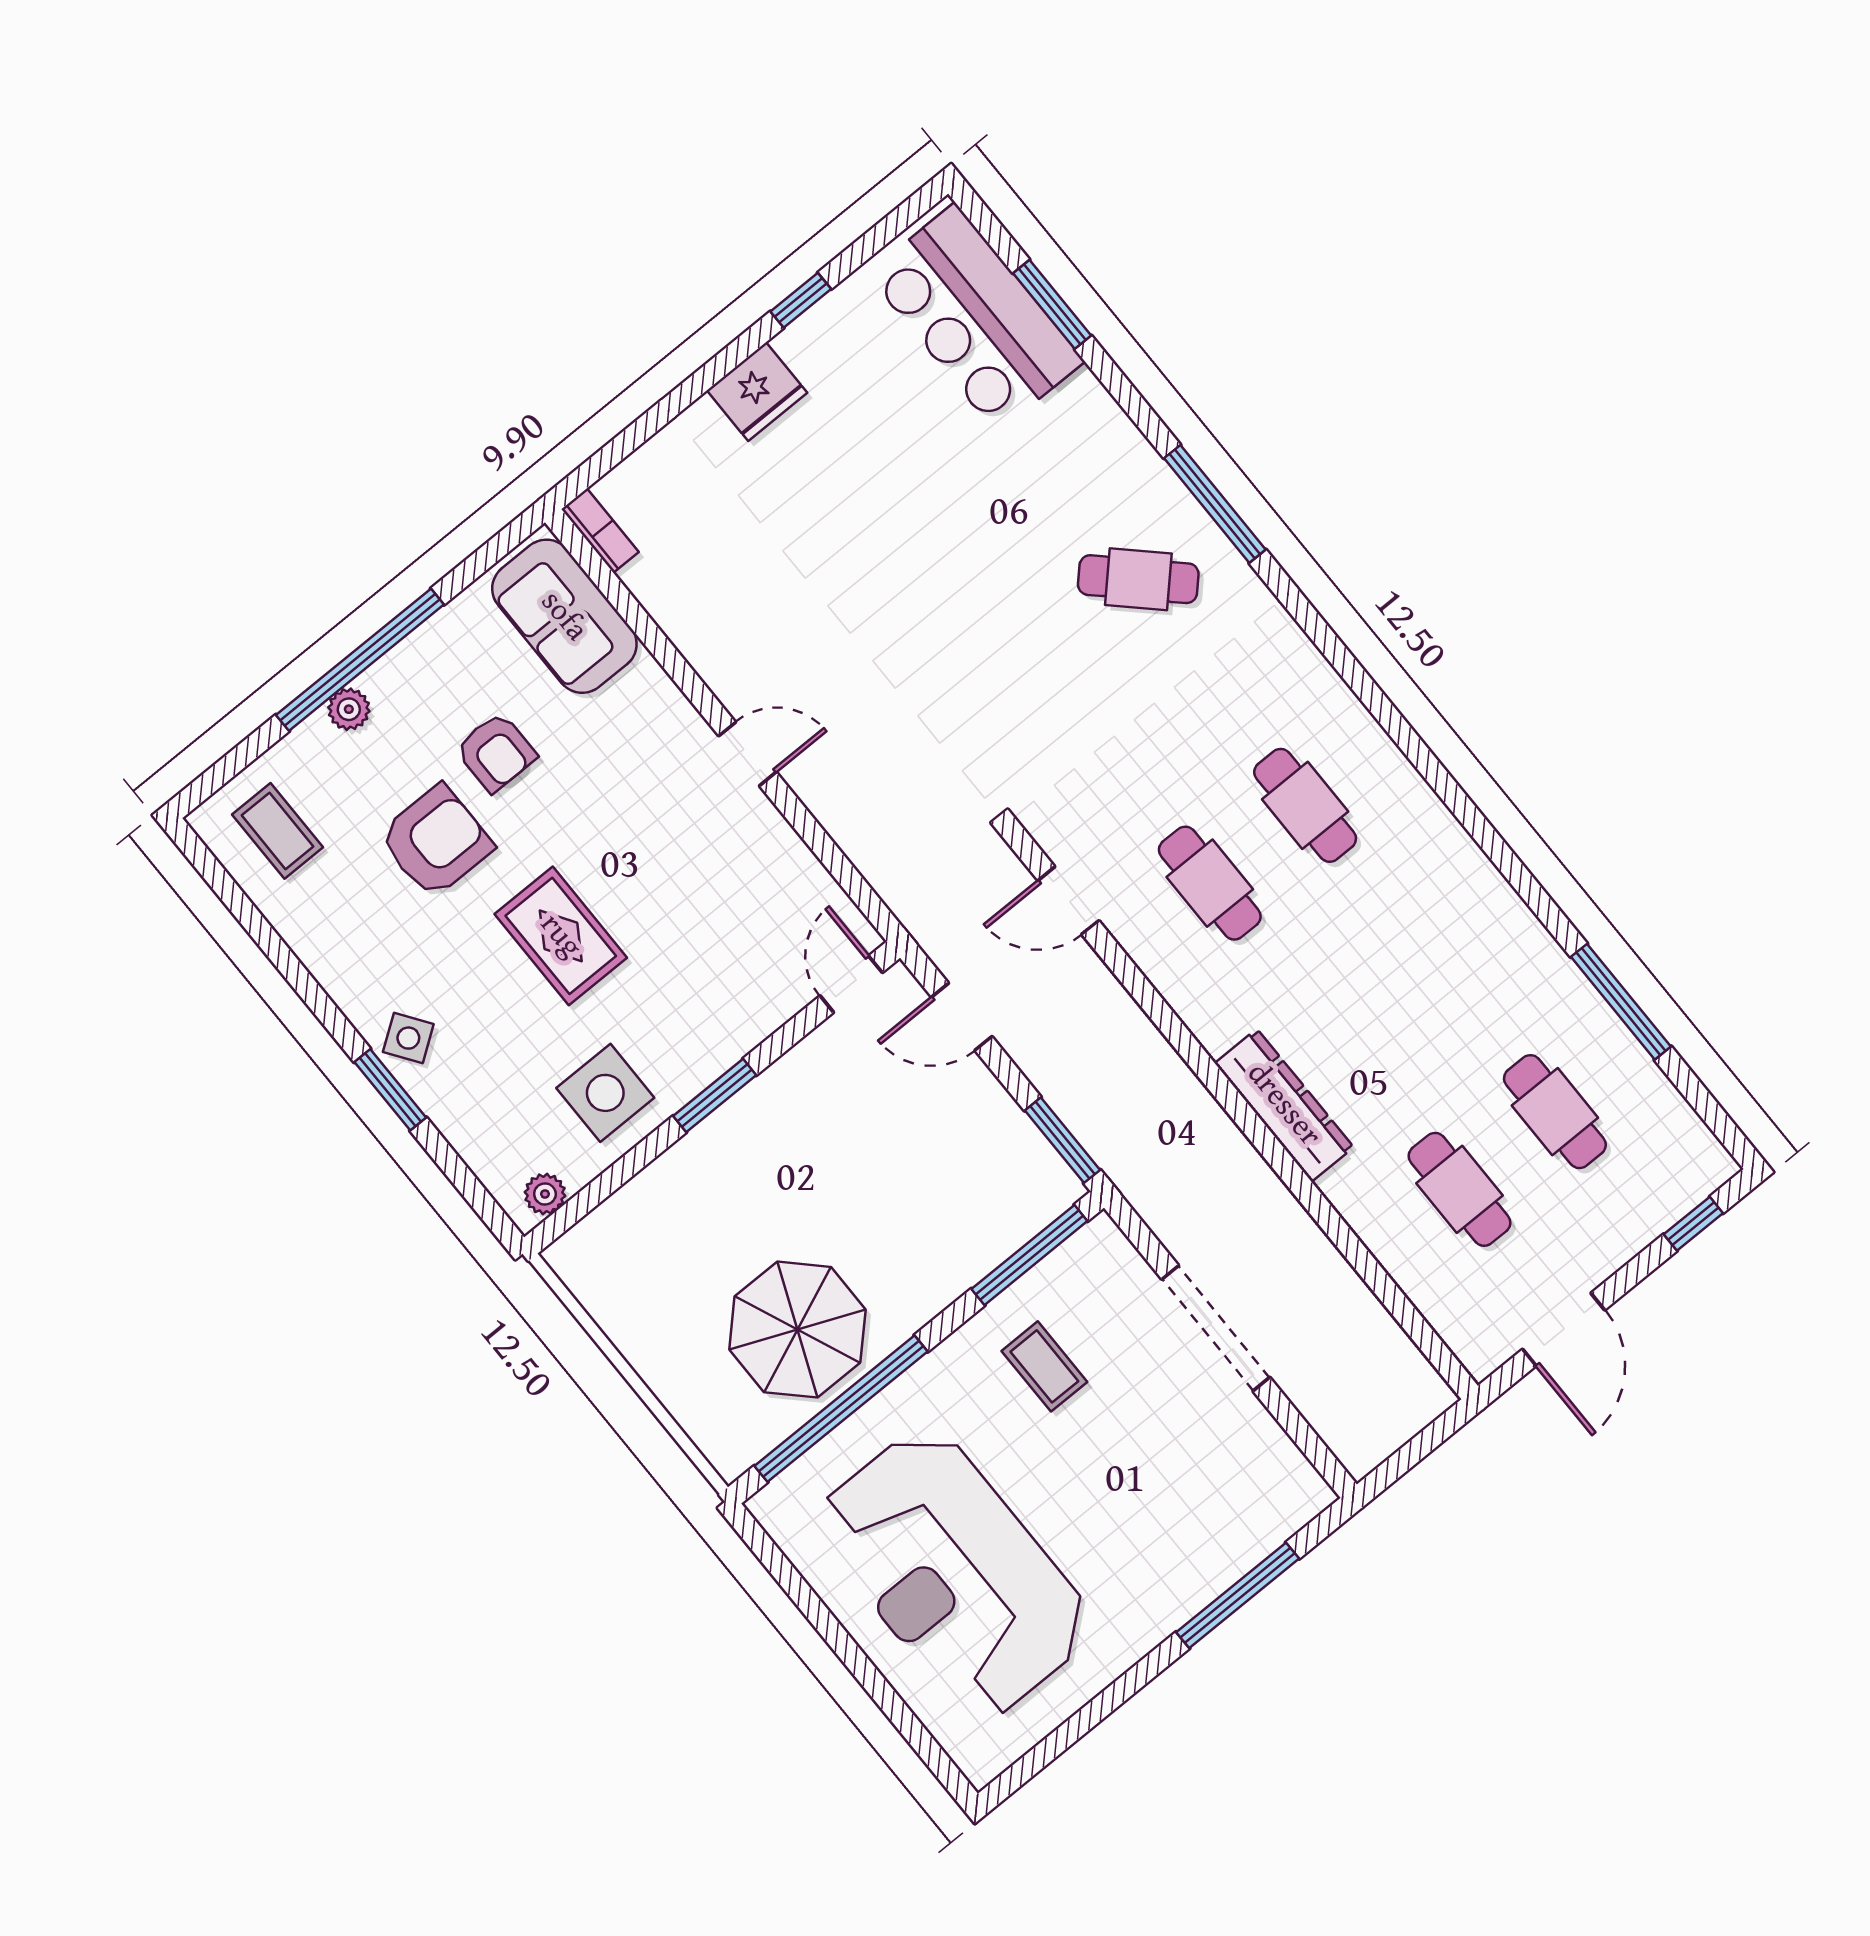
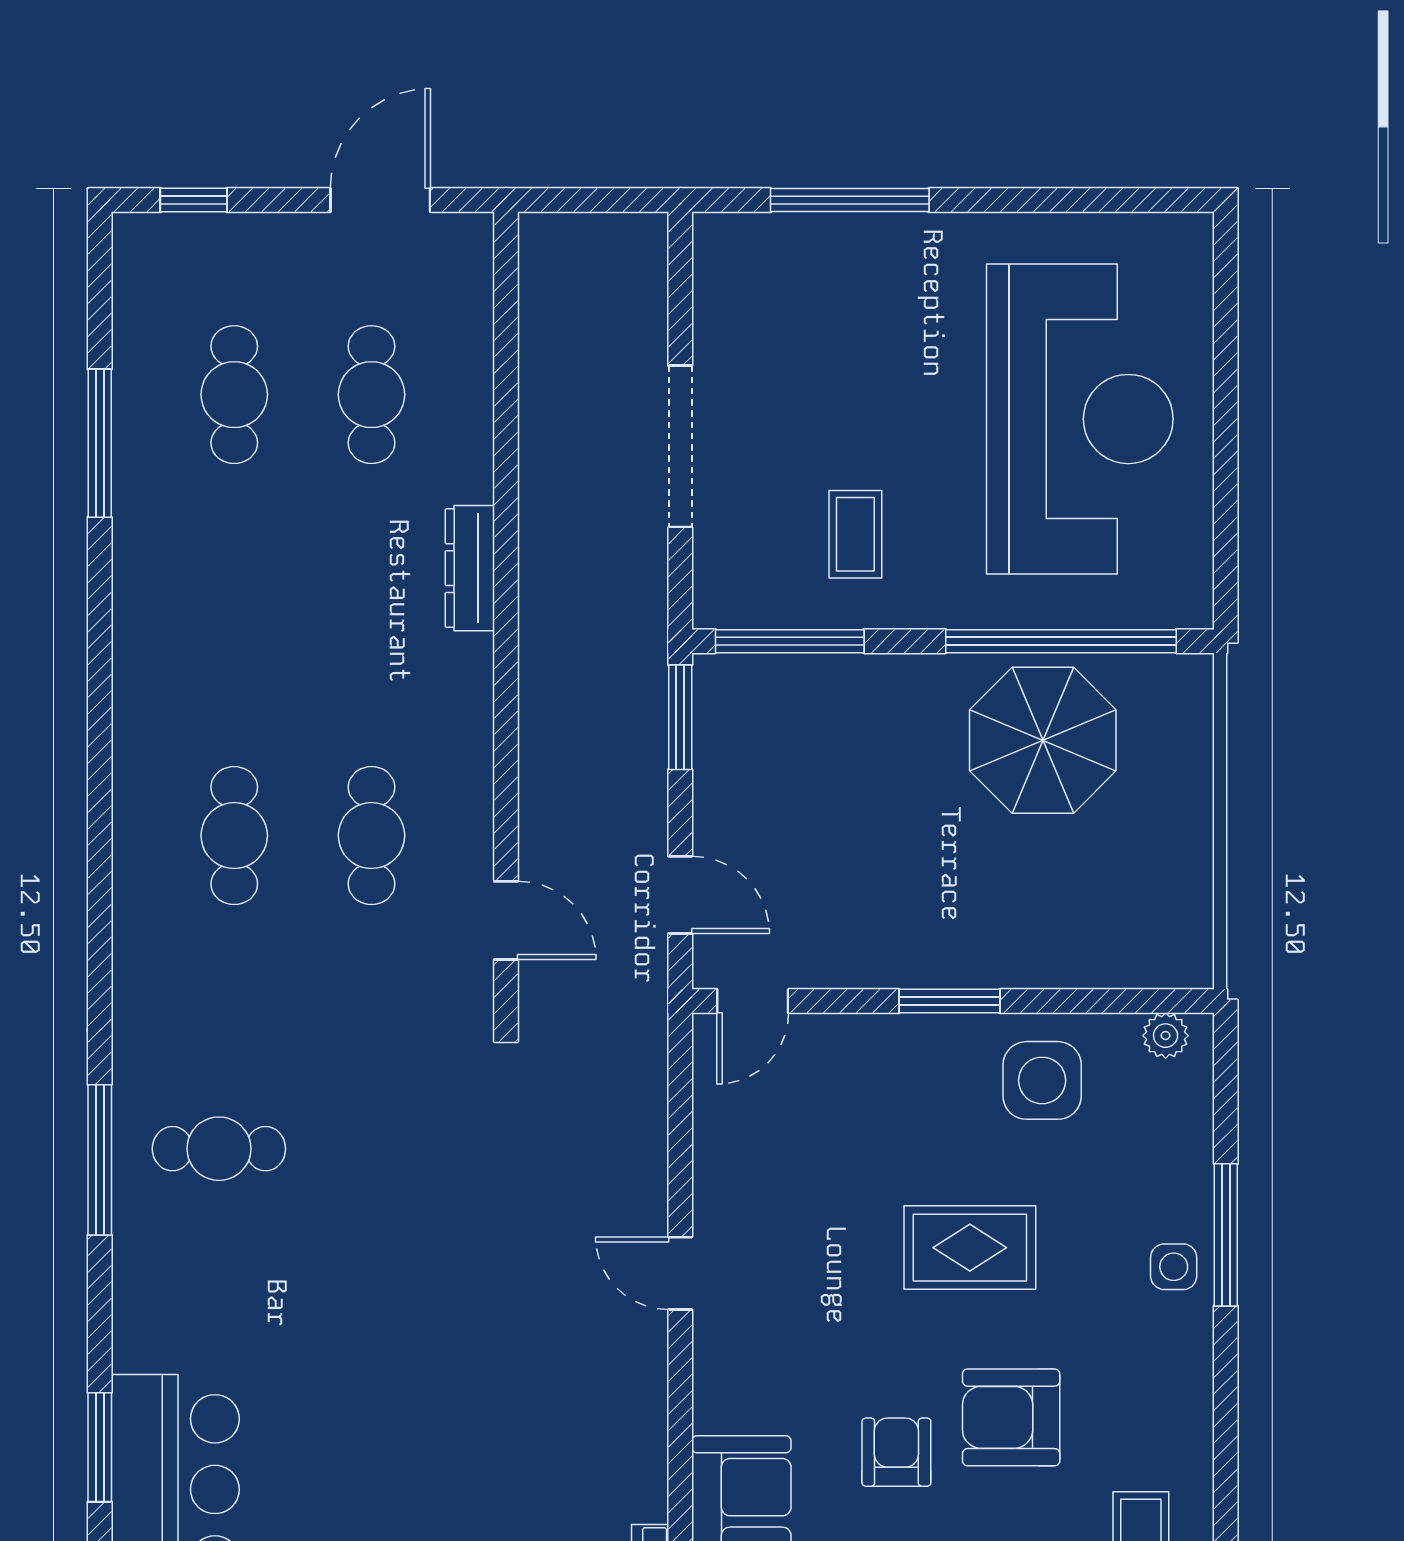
cafe table: (1138, 579) -> (219, 1149), turned -44
rug: (561, 936) -> (970, 1248), turned 90
side table: (408, 1038) -> (1174, 1267), turned 35
window: (390, 1090) -> (1226, 1235), width x1.44
dresser: (1284, 1105) -> (470, 568), width x0.73, depth x0.80

